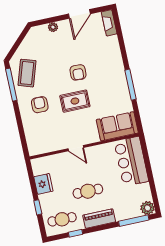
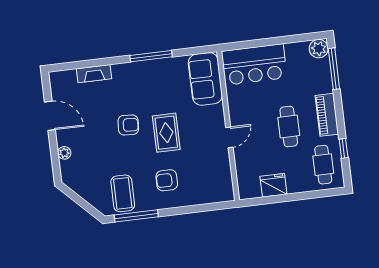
fireplace: (109, 23) -> (94, 74), moved
coffee table: (27, 73) -> (123, 193), turned 72
window: (38, 207) -> (304, 196), removed

